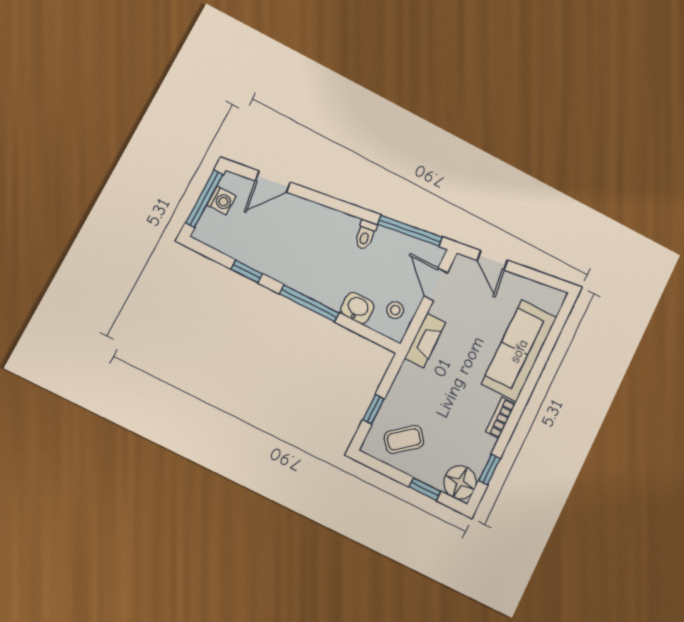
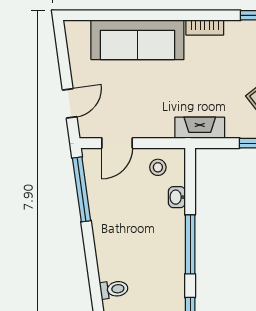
toilet: (365, 235) -> (114, 289), moved
washbasin: (357, 308) -> (177, 197), width x0.72, depth x0.69
fireplace: (425, 341) -> (200, 128), moved

